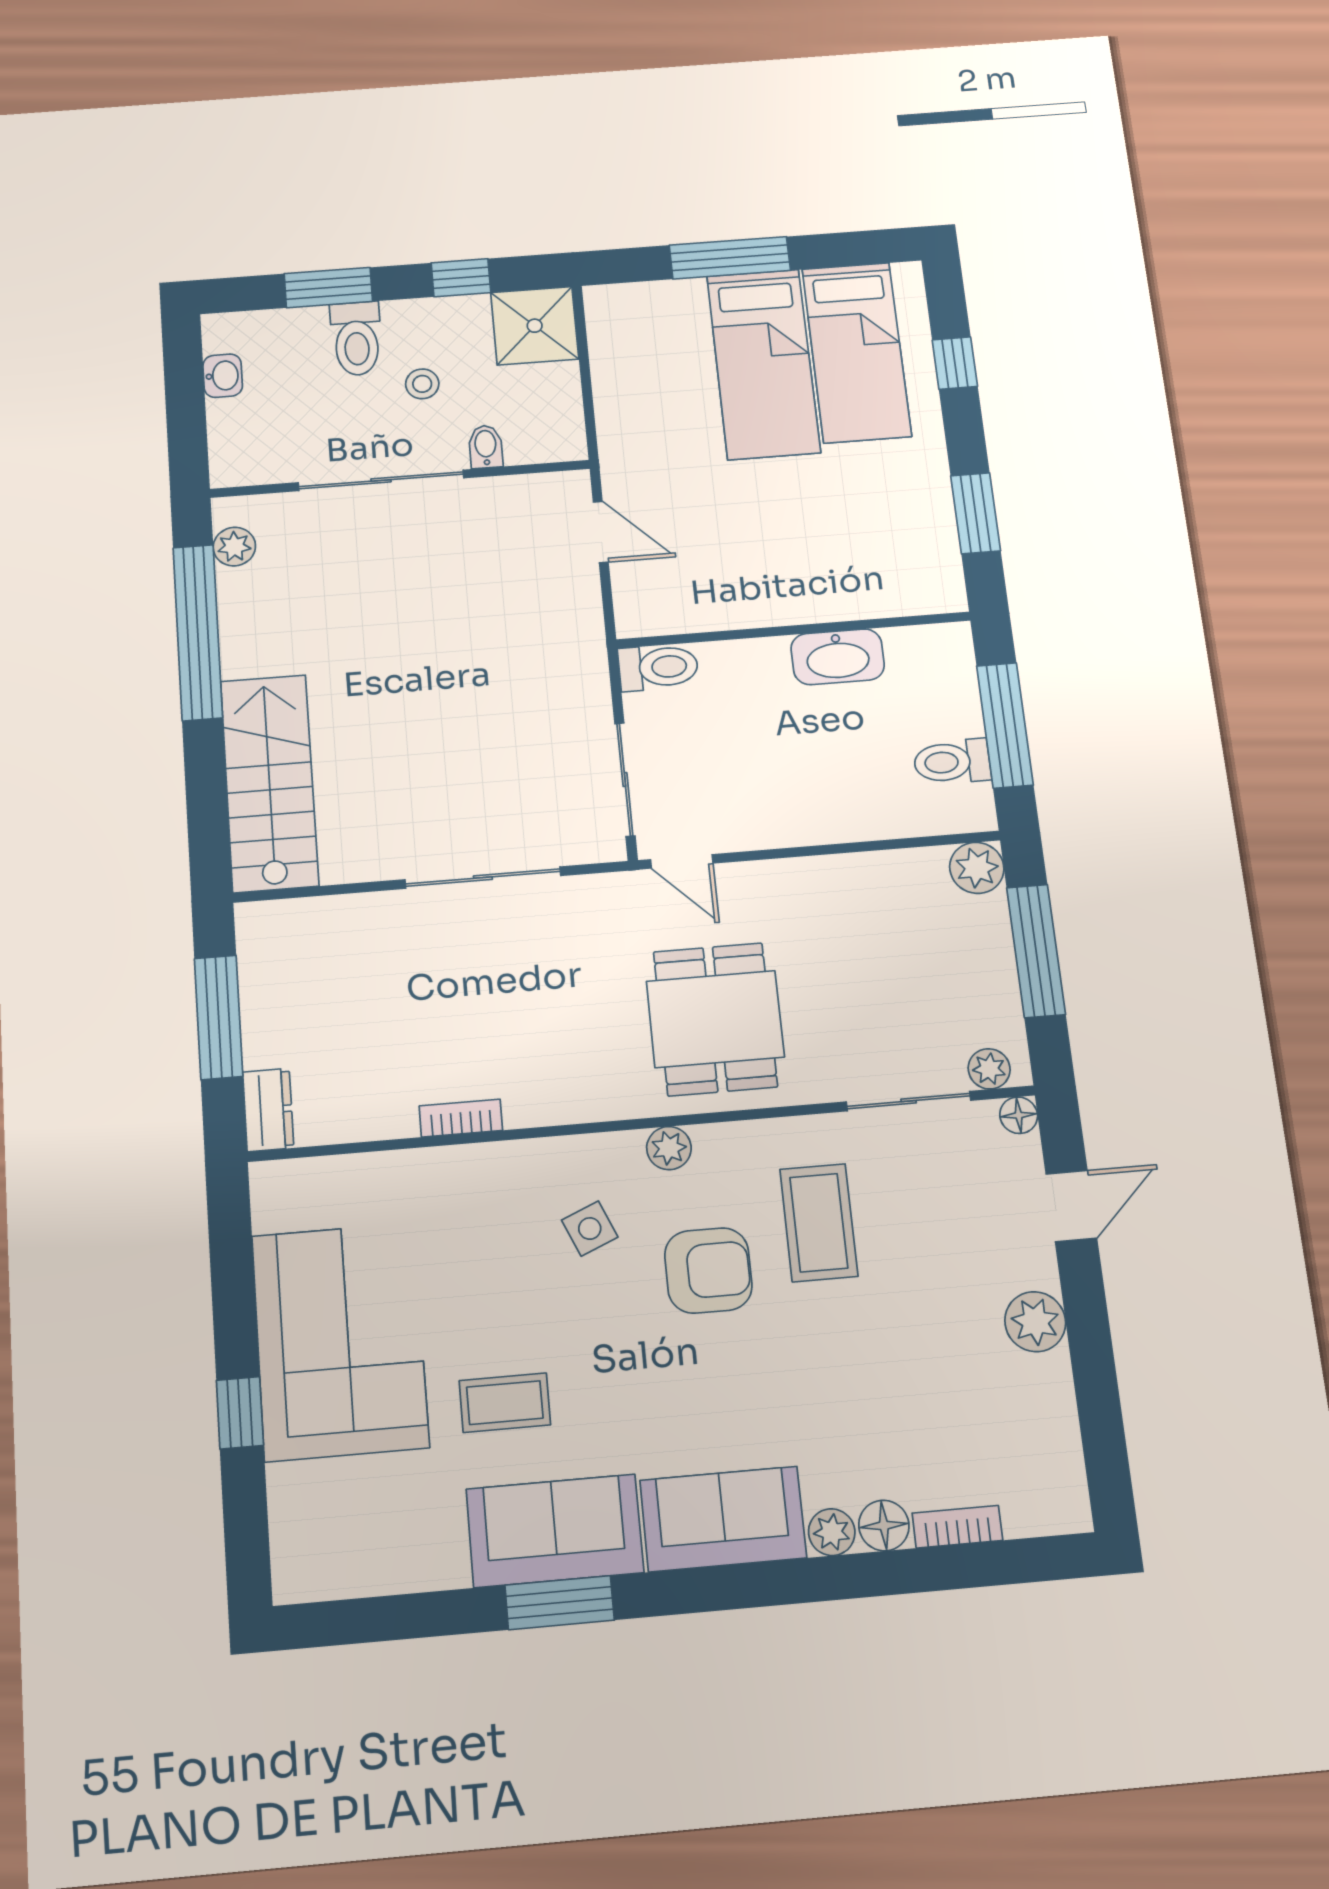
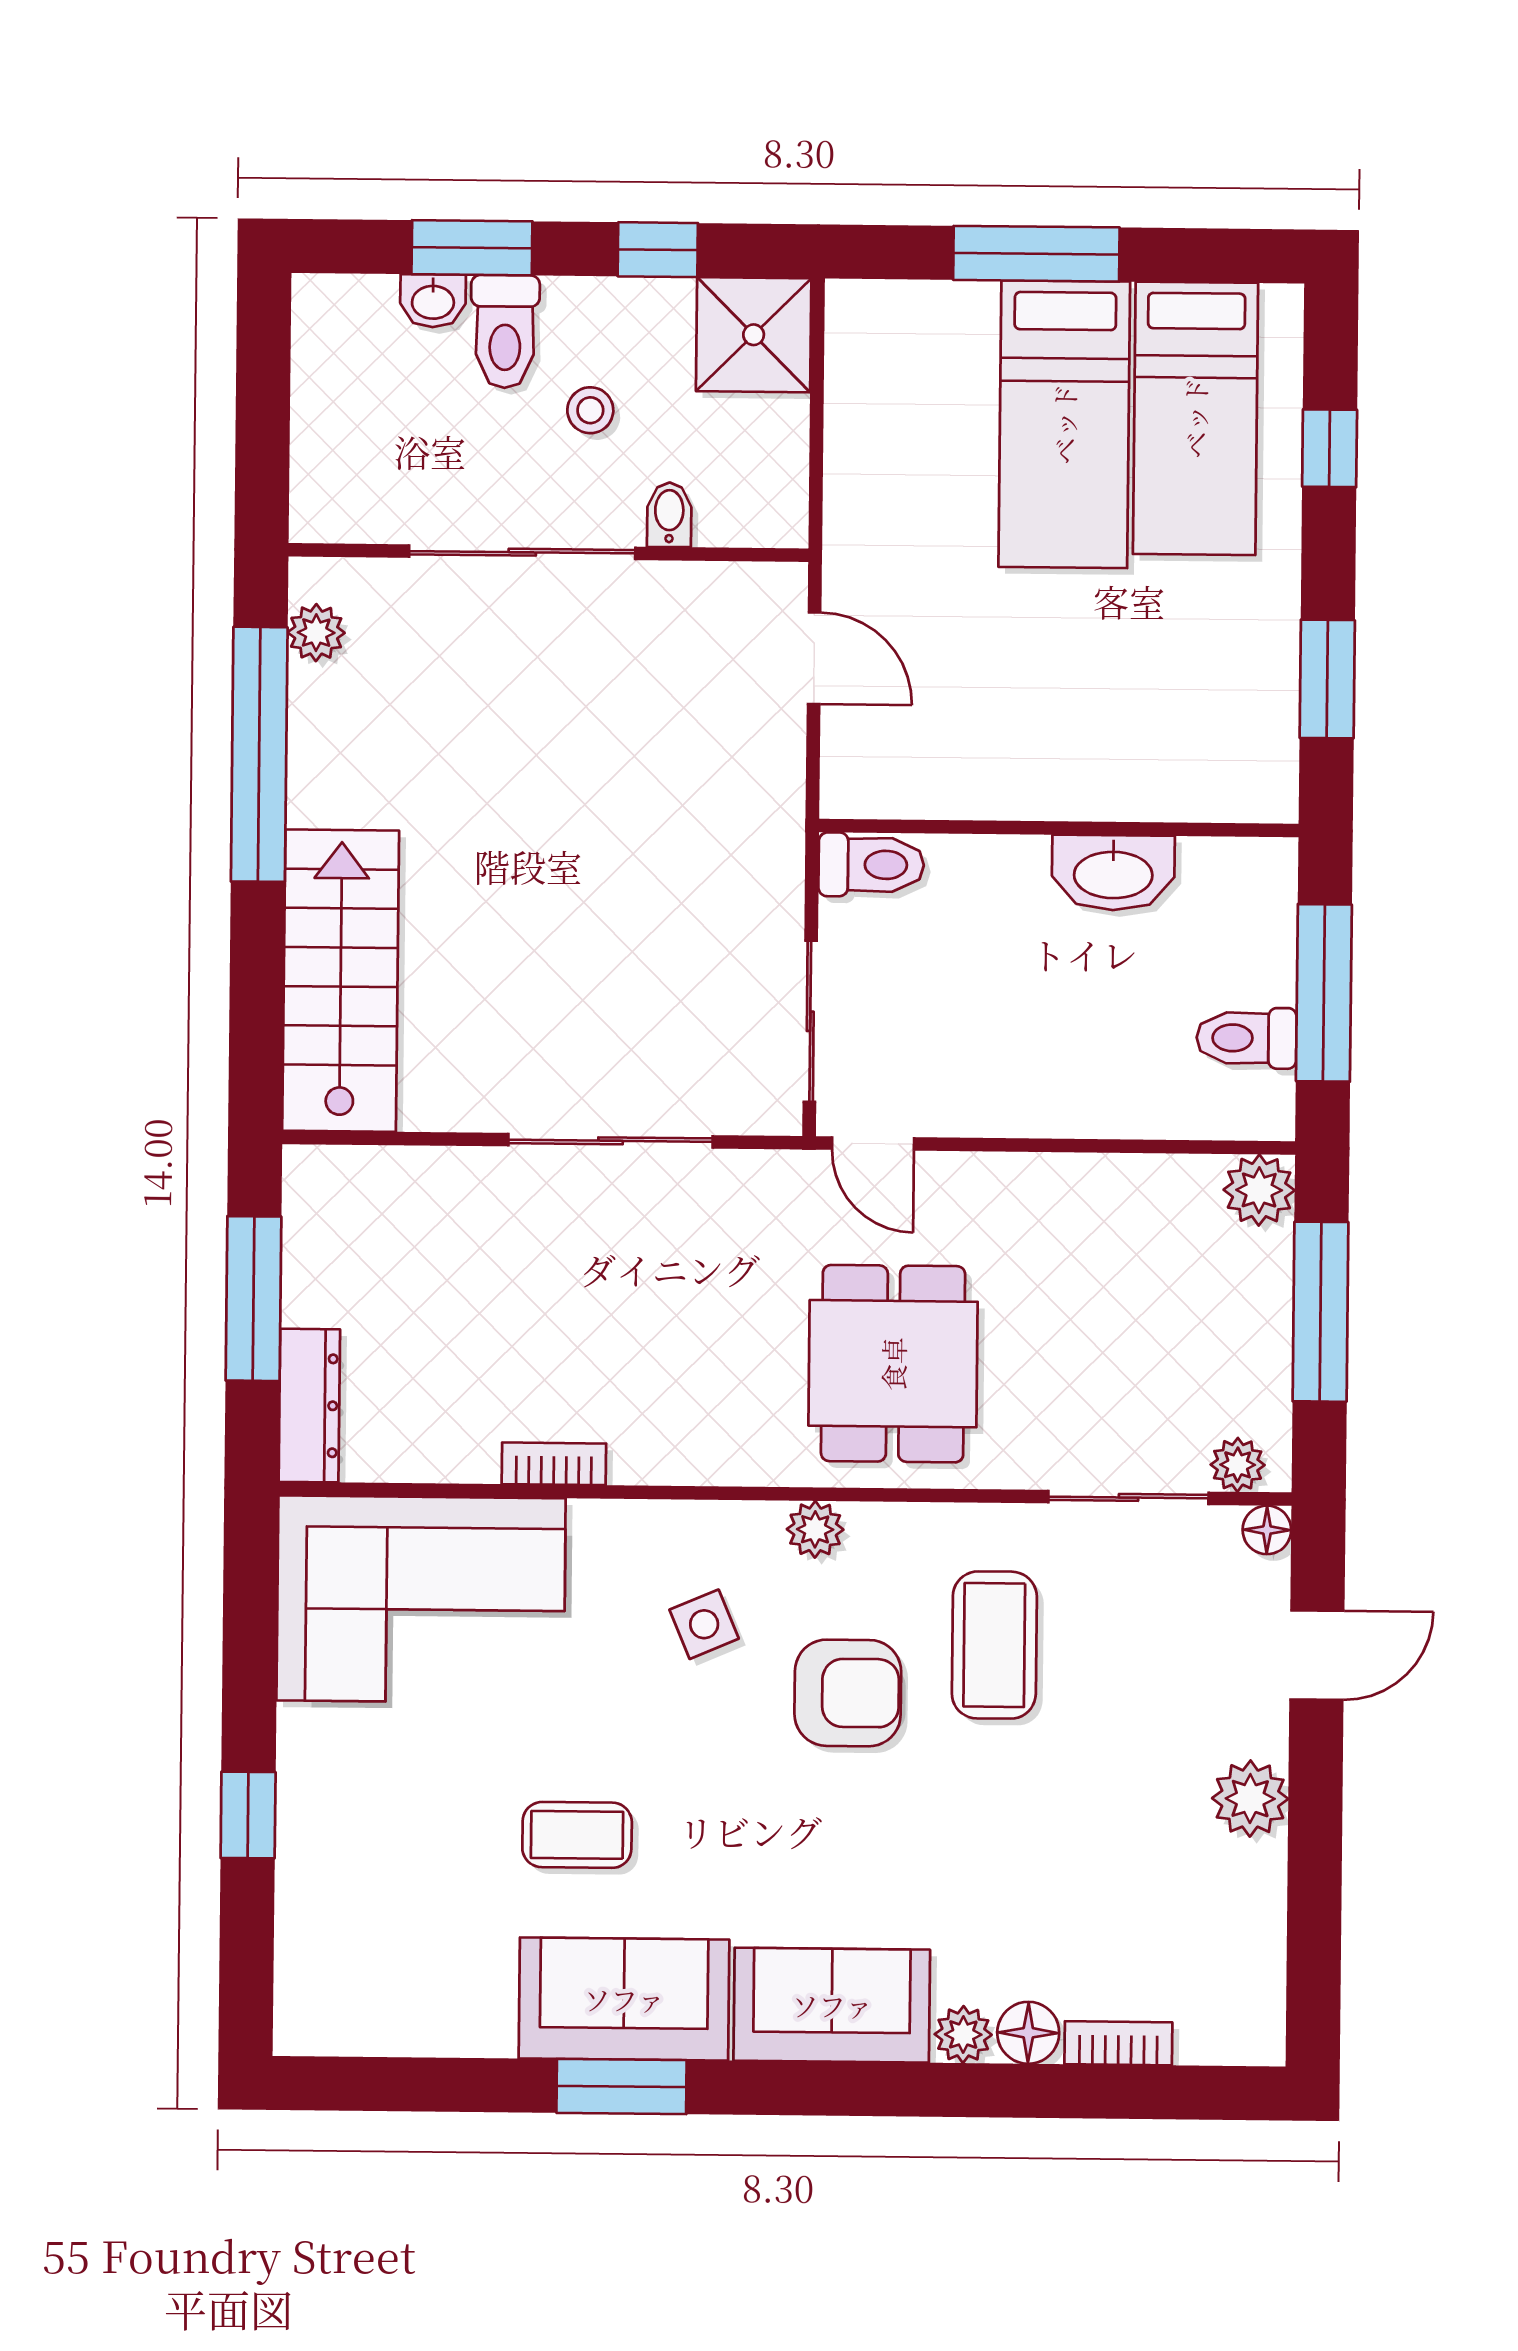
washbasin: (223, 376) -> (433, 301), moved, turned 90
dresser: (268, 1110) -> (309, 1406), width x1.44
corner sofa: (340, 1341) -> (421, 1599), moved, turned 90

